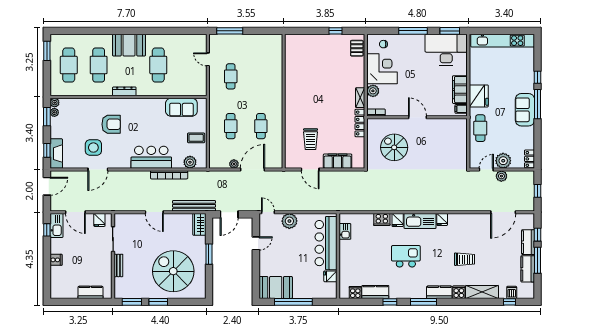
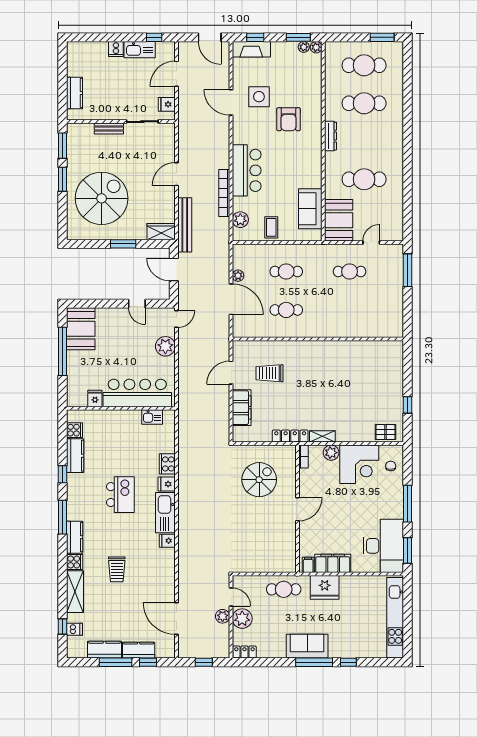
booth: (129, 45) -> (339, 220), moved
kitchen sink: (56, 225) -> (140, 50), moved

